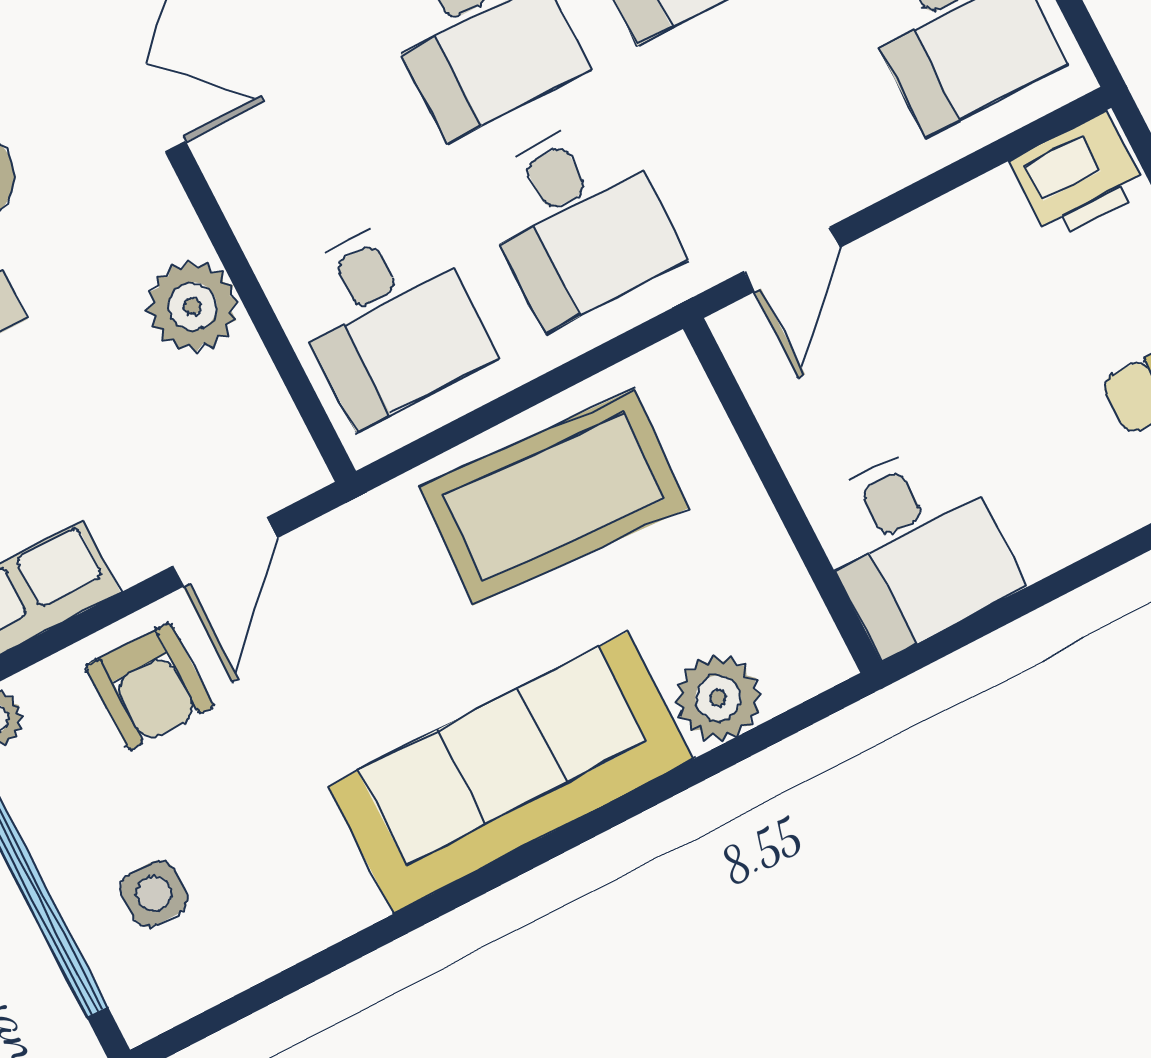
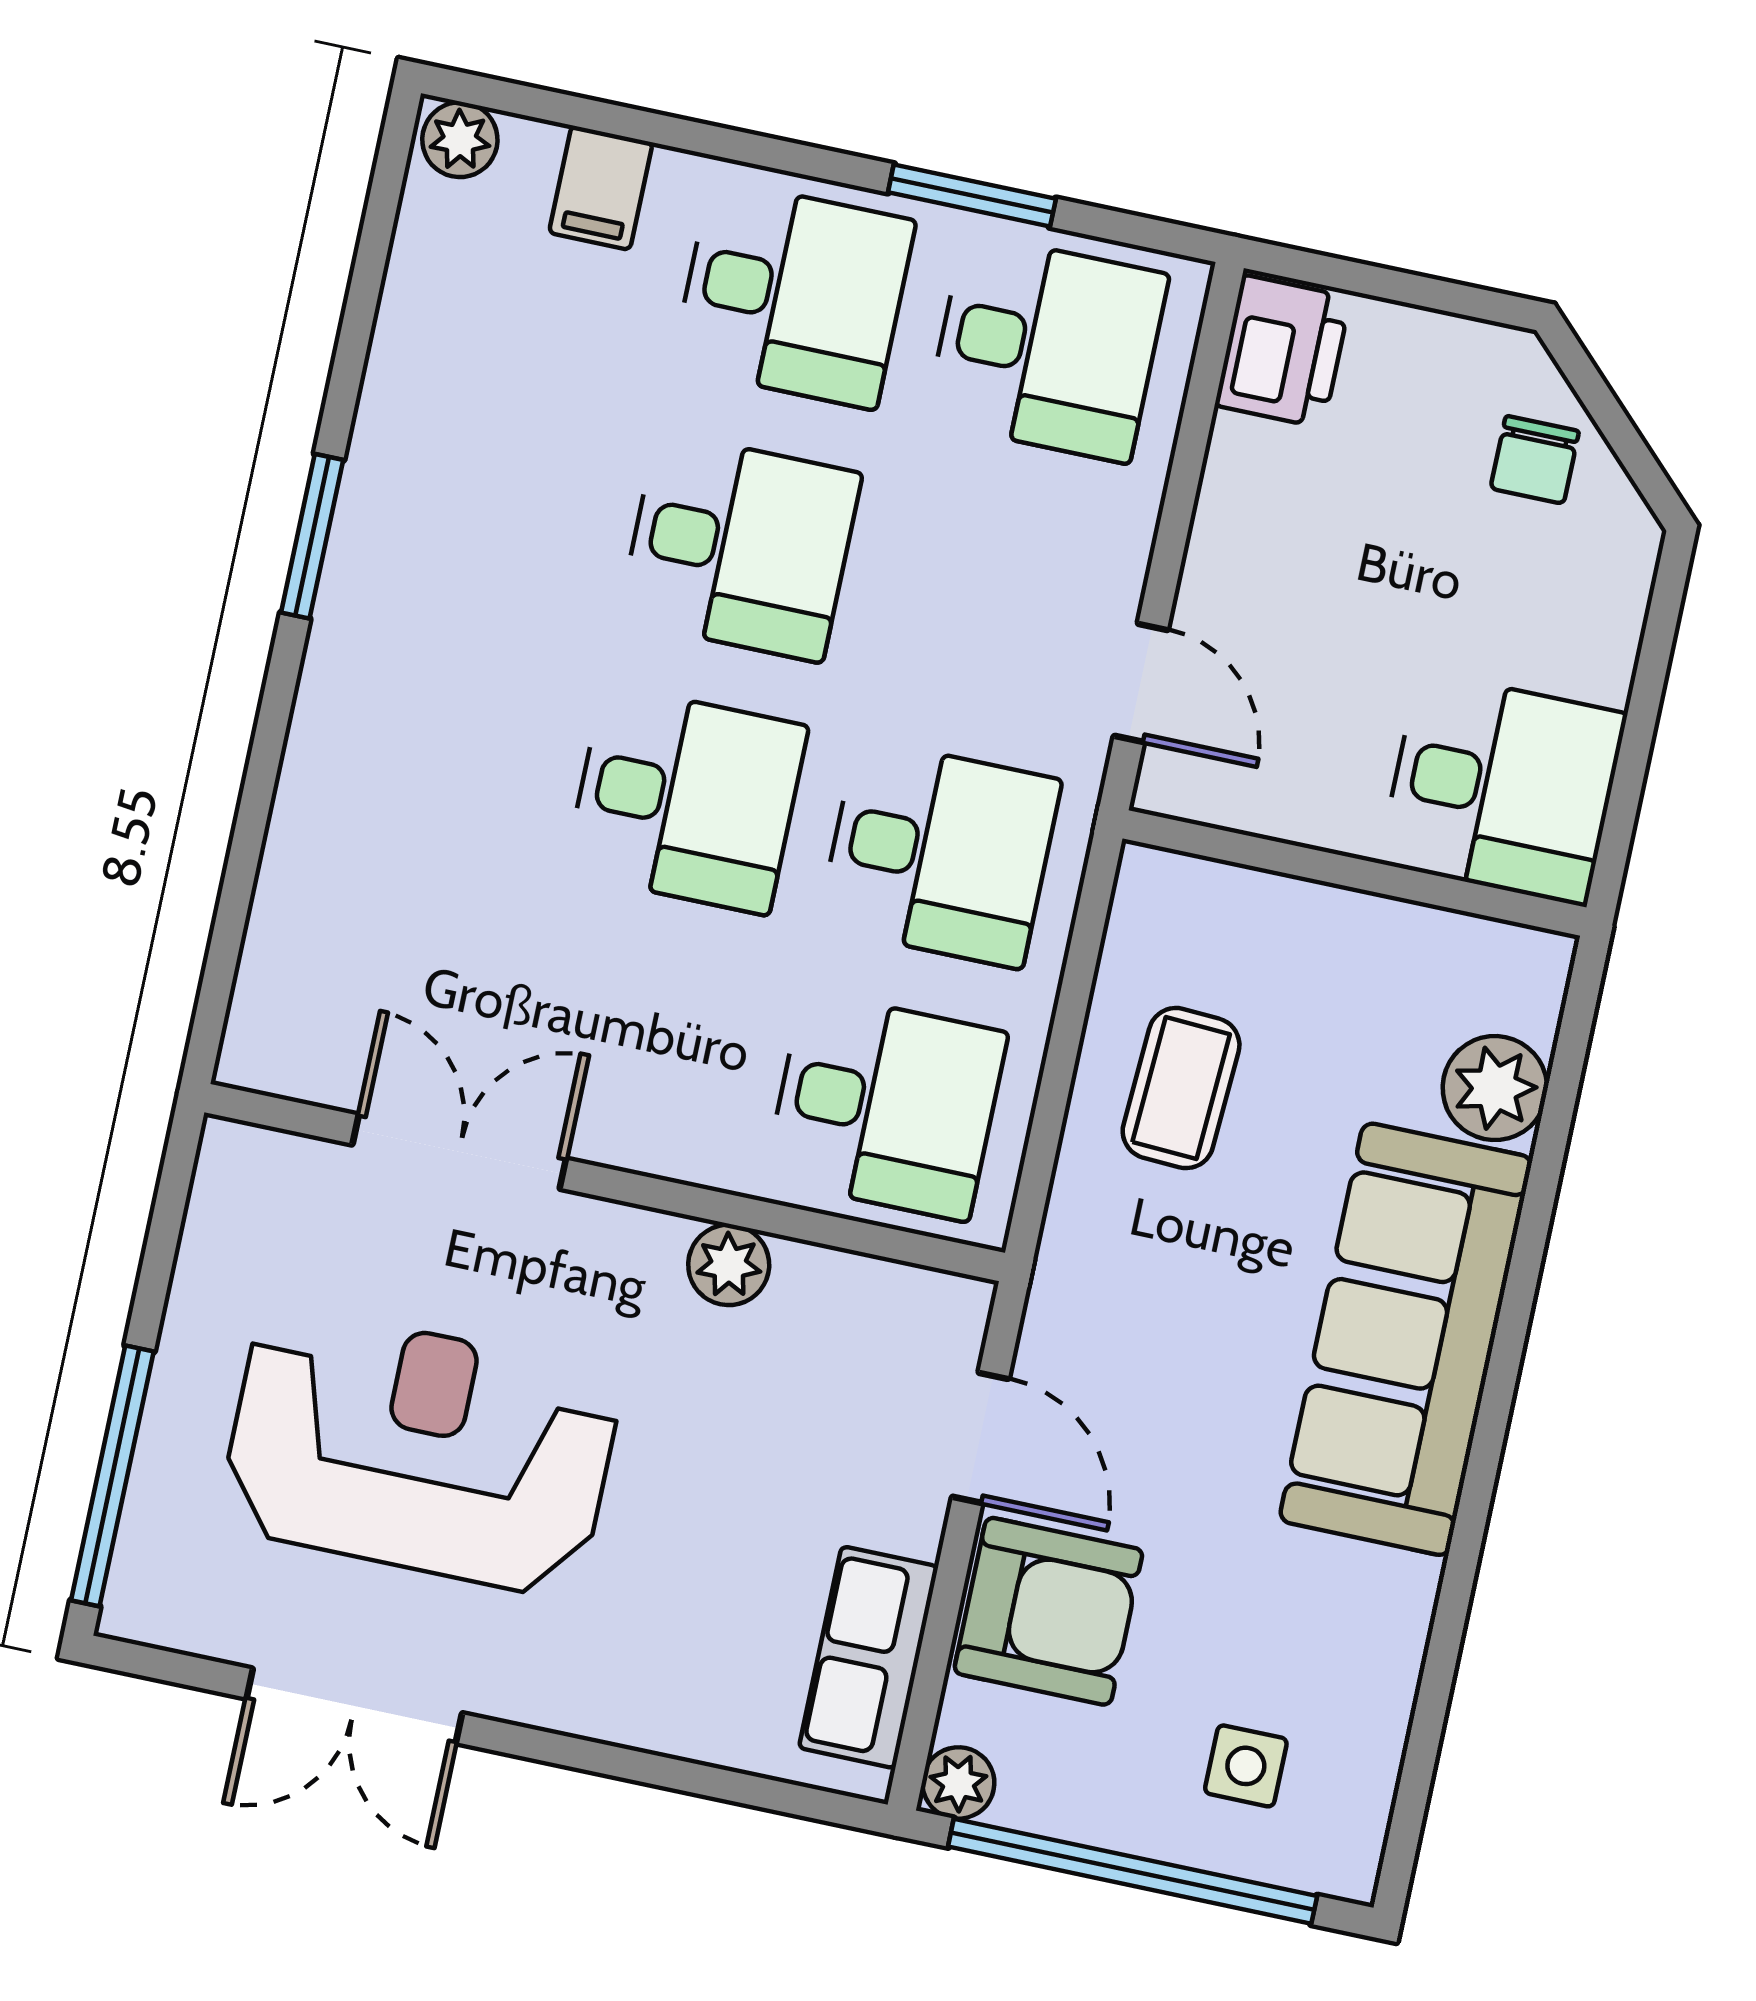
plant: (193, 306) -> (729, 1265), width x0.73, depth x0.73
coffee table: (554, 497) -> (1181, 1088), width x0.54, depth x0.58
armchair: (150, 686) -> (1048, 1611), width x1.38, depth x1.38

